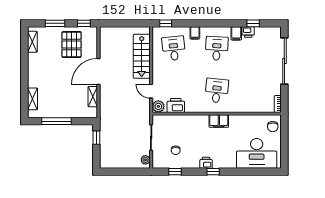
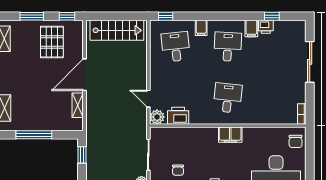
stairs: (142, 56) -> (117, 30), moved, turned -90
sliding door: (284, 61) -> (310, 62), width x0.73

